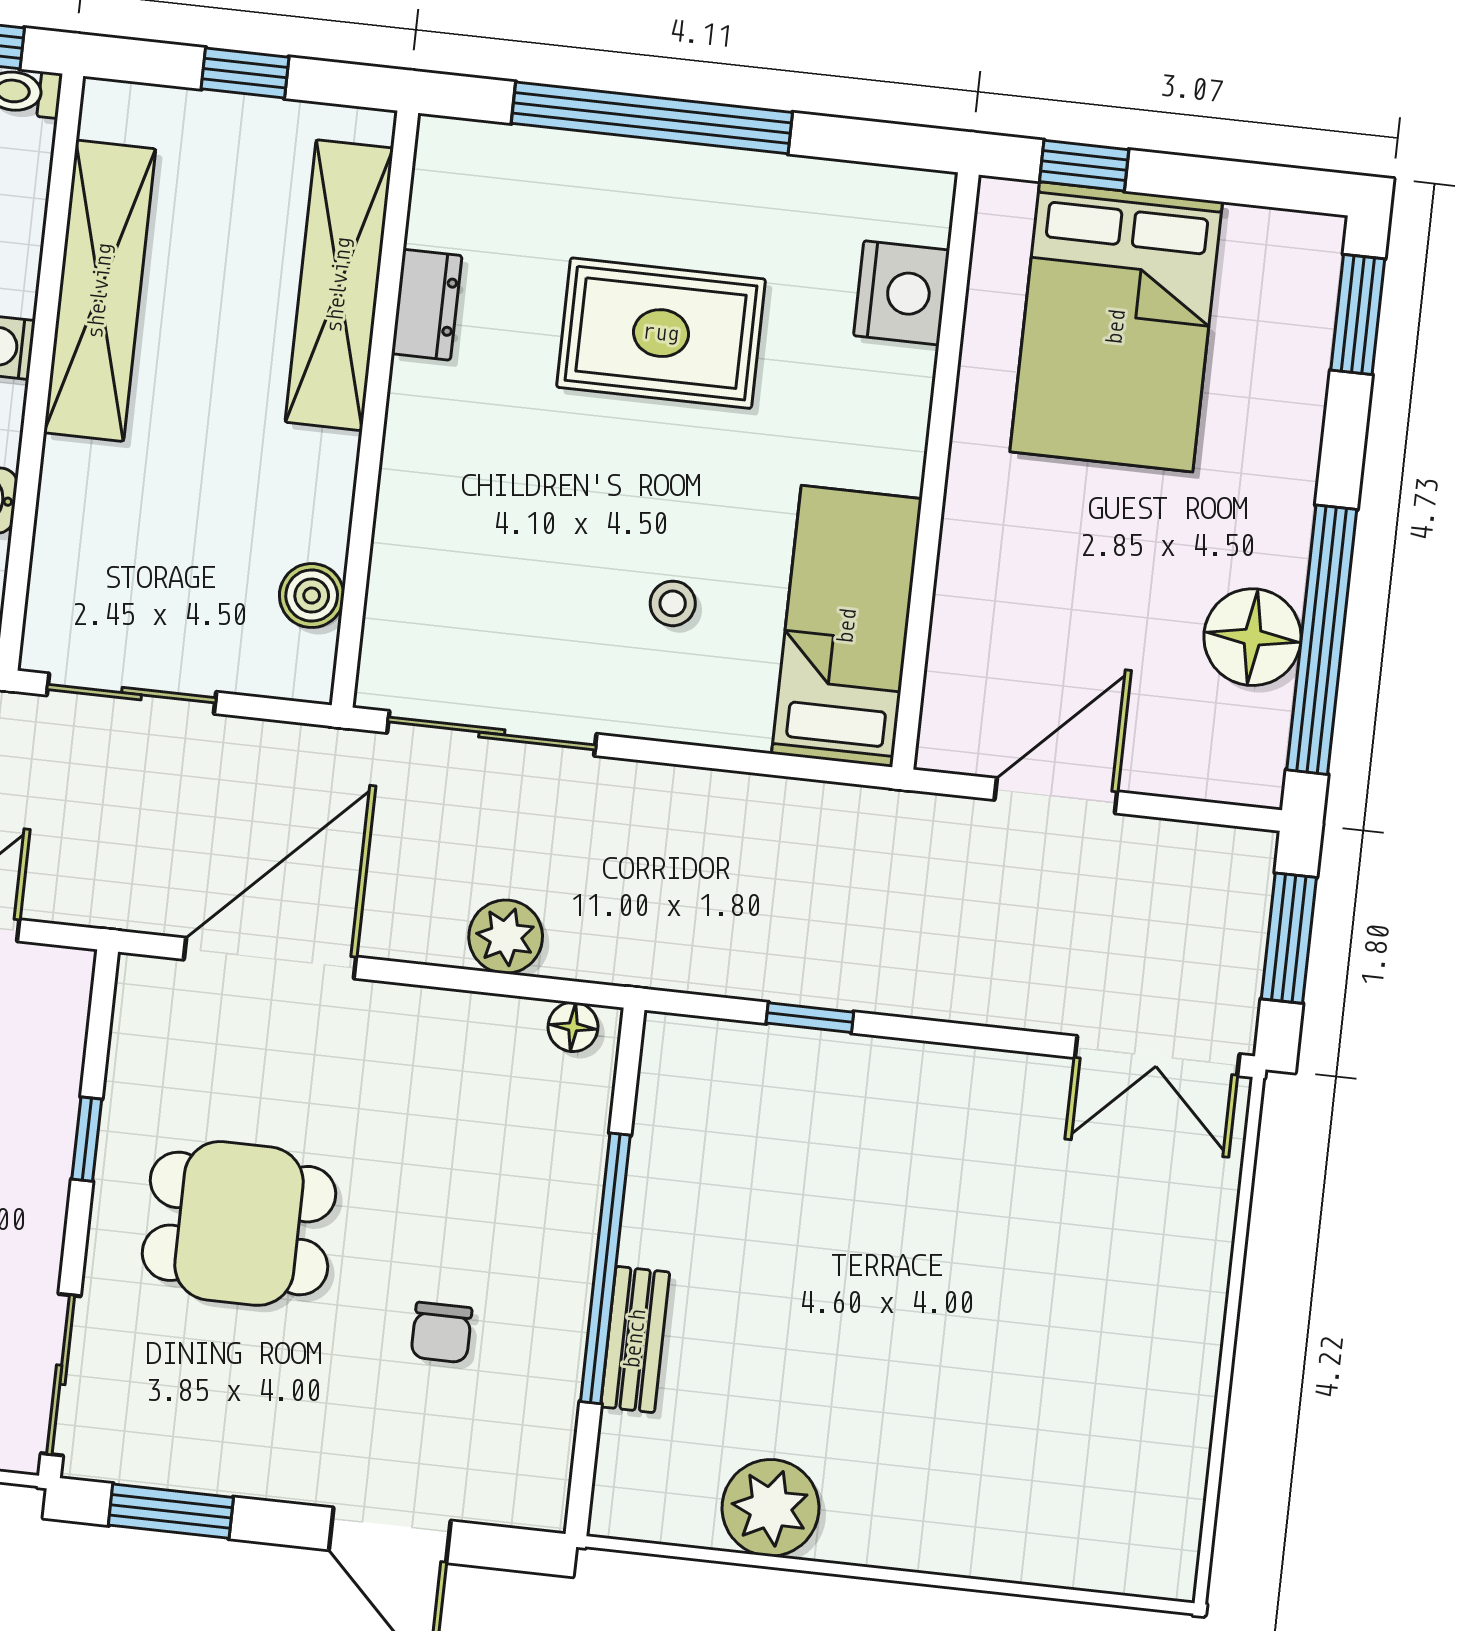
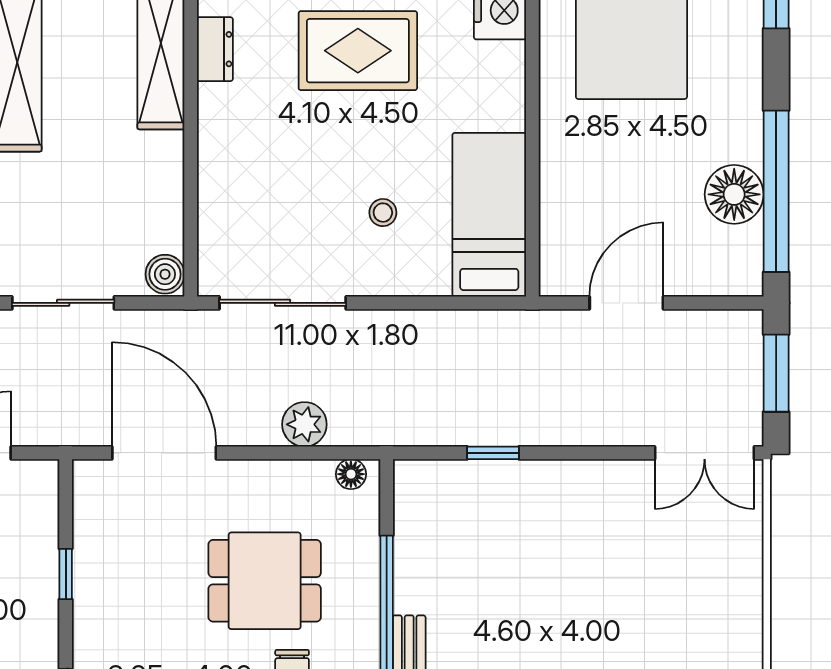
boiler: (312, 596) -> (165, 274), moved
door: (270, 958) -> (164, 453), hinge flipped
dining table: (239, 1223) -> (265, 581), moved

